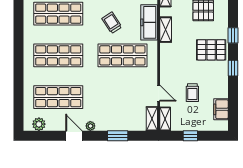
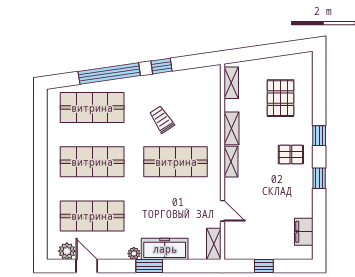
freezer: (149, 22) -> (165, 249), moved, turned 90
pallet: (211, 50) -> (291, 155), width x0.67, depth x0.71
trolley: (192, 93) -> (267, 210), removed
shelving: (165, 119) -> (231, 162), moved
door: (74, 136) -> (87, 266), moved
window: (118, 136) -> (149, 266), moved

